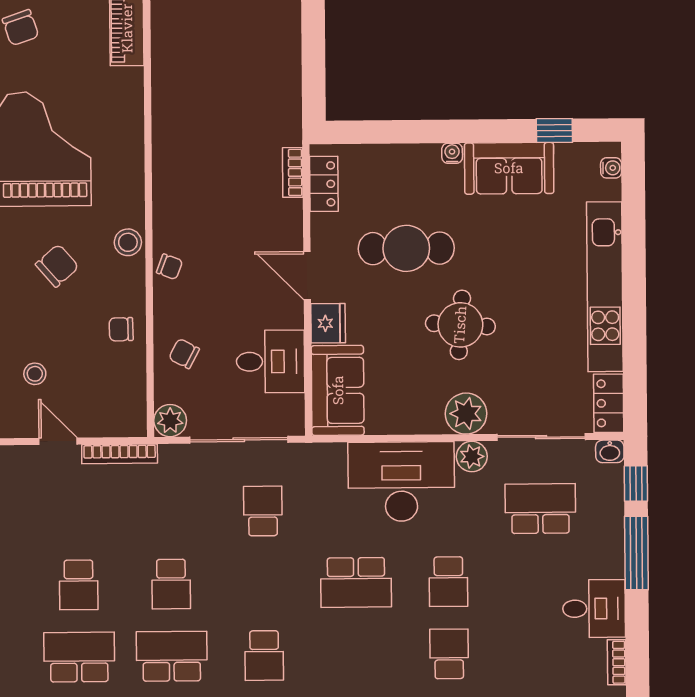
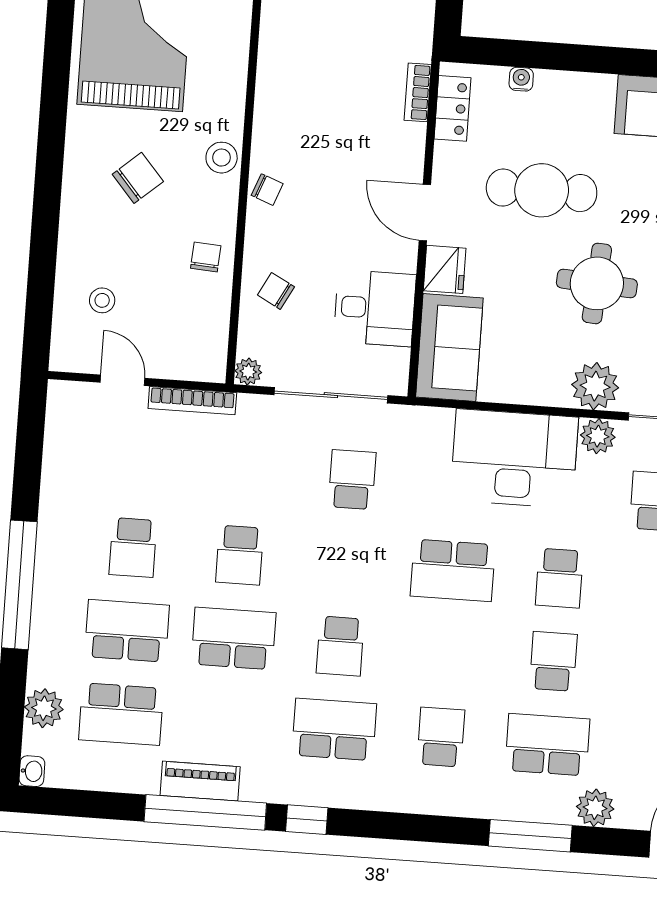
water cooler: (452, 153) -> (521, 79), moved
chair: (121, 329) -> (206, 257), turned 95
plant: (170, 421) -> (248, 372), width x0.73, depth x0.73

